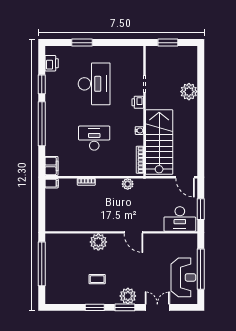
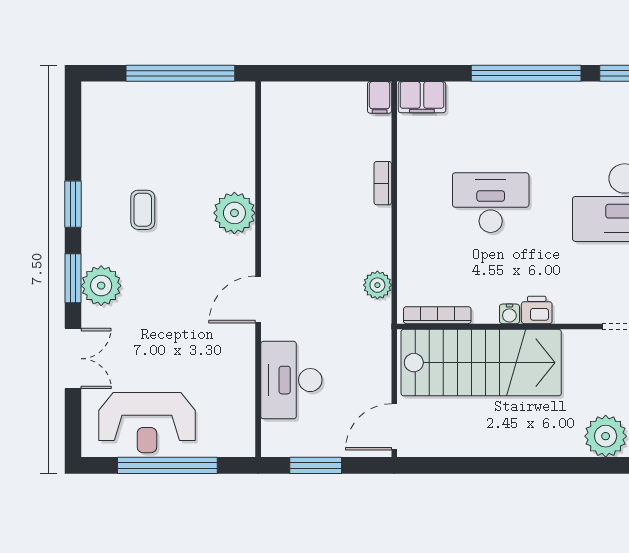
printer: (138, 102) -> (537, 310), moved
desk: (94, 138) -> (491, 203), turned -90
desk: (180, 219) -> (291, 380), moved

